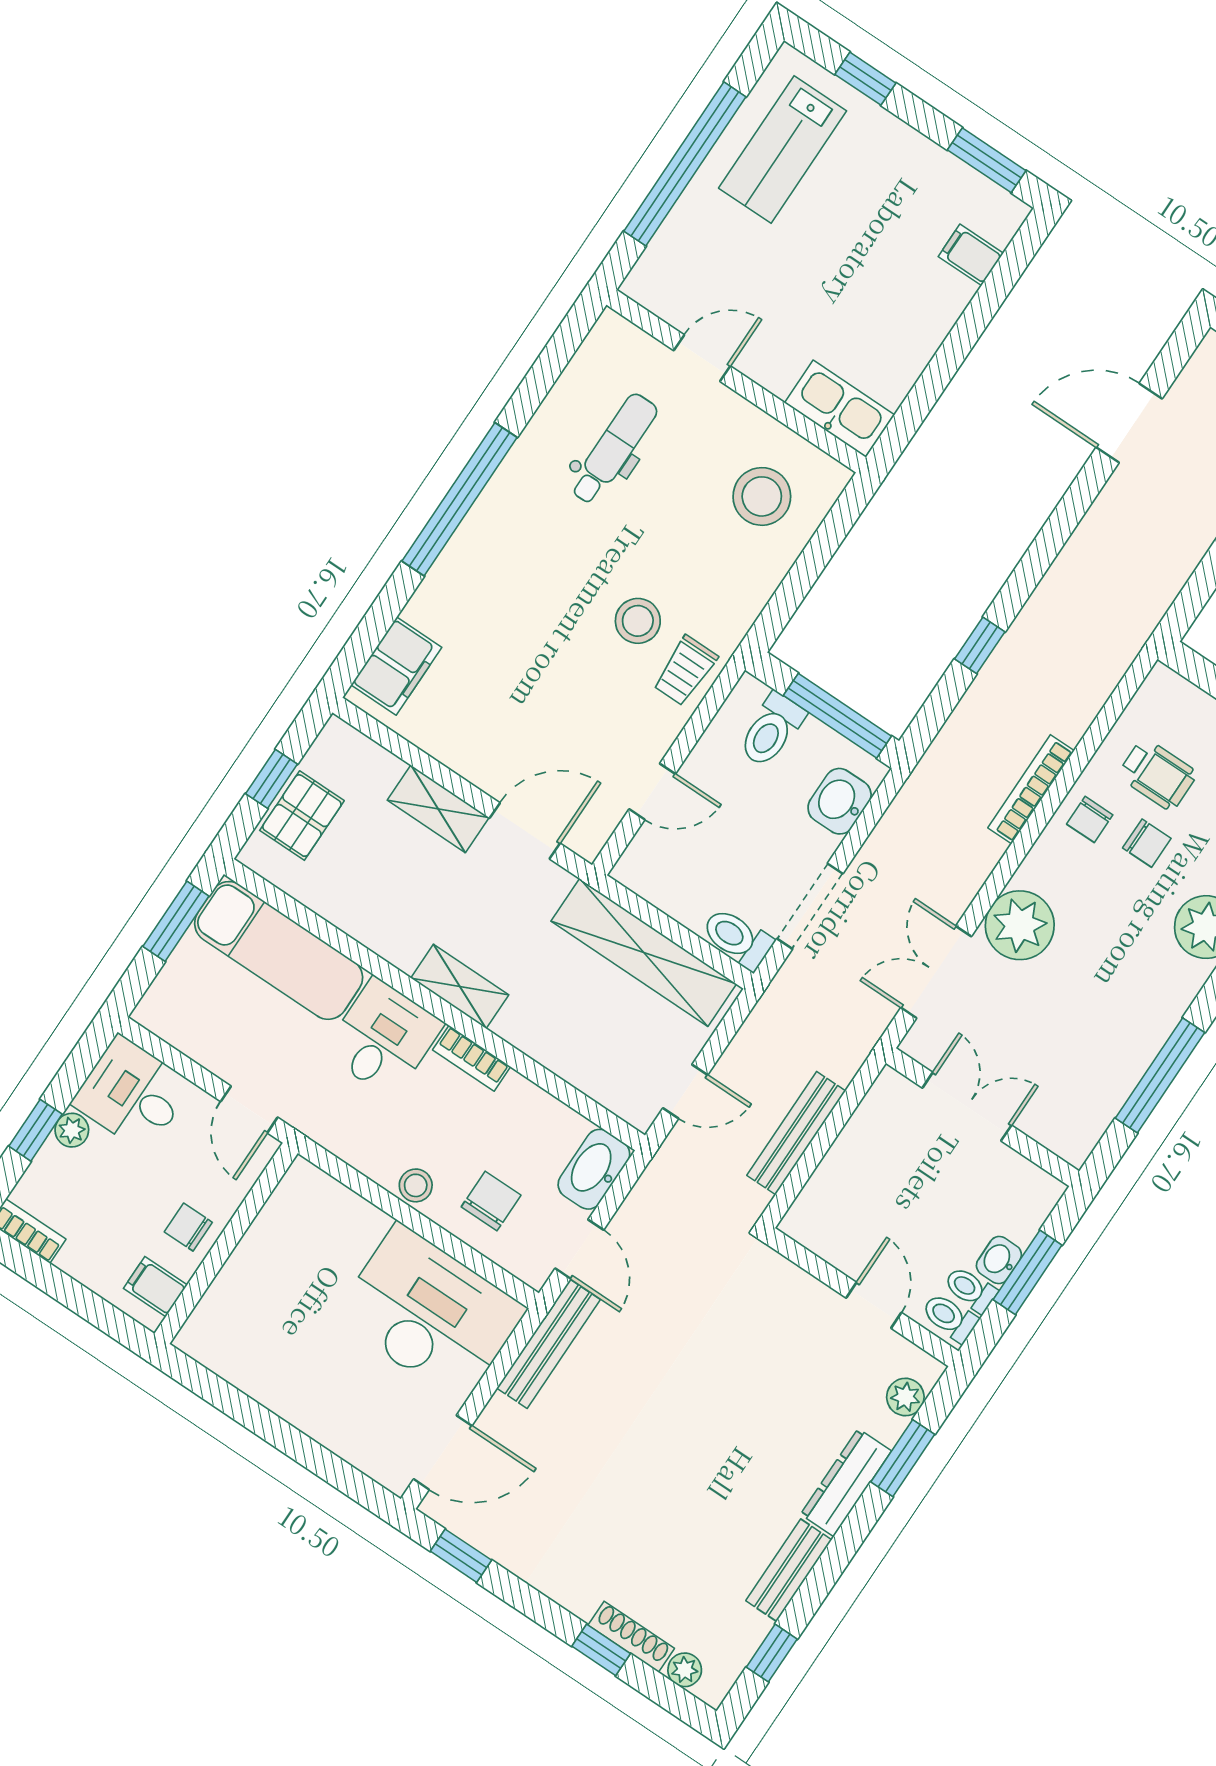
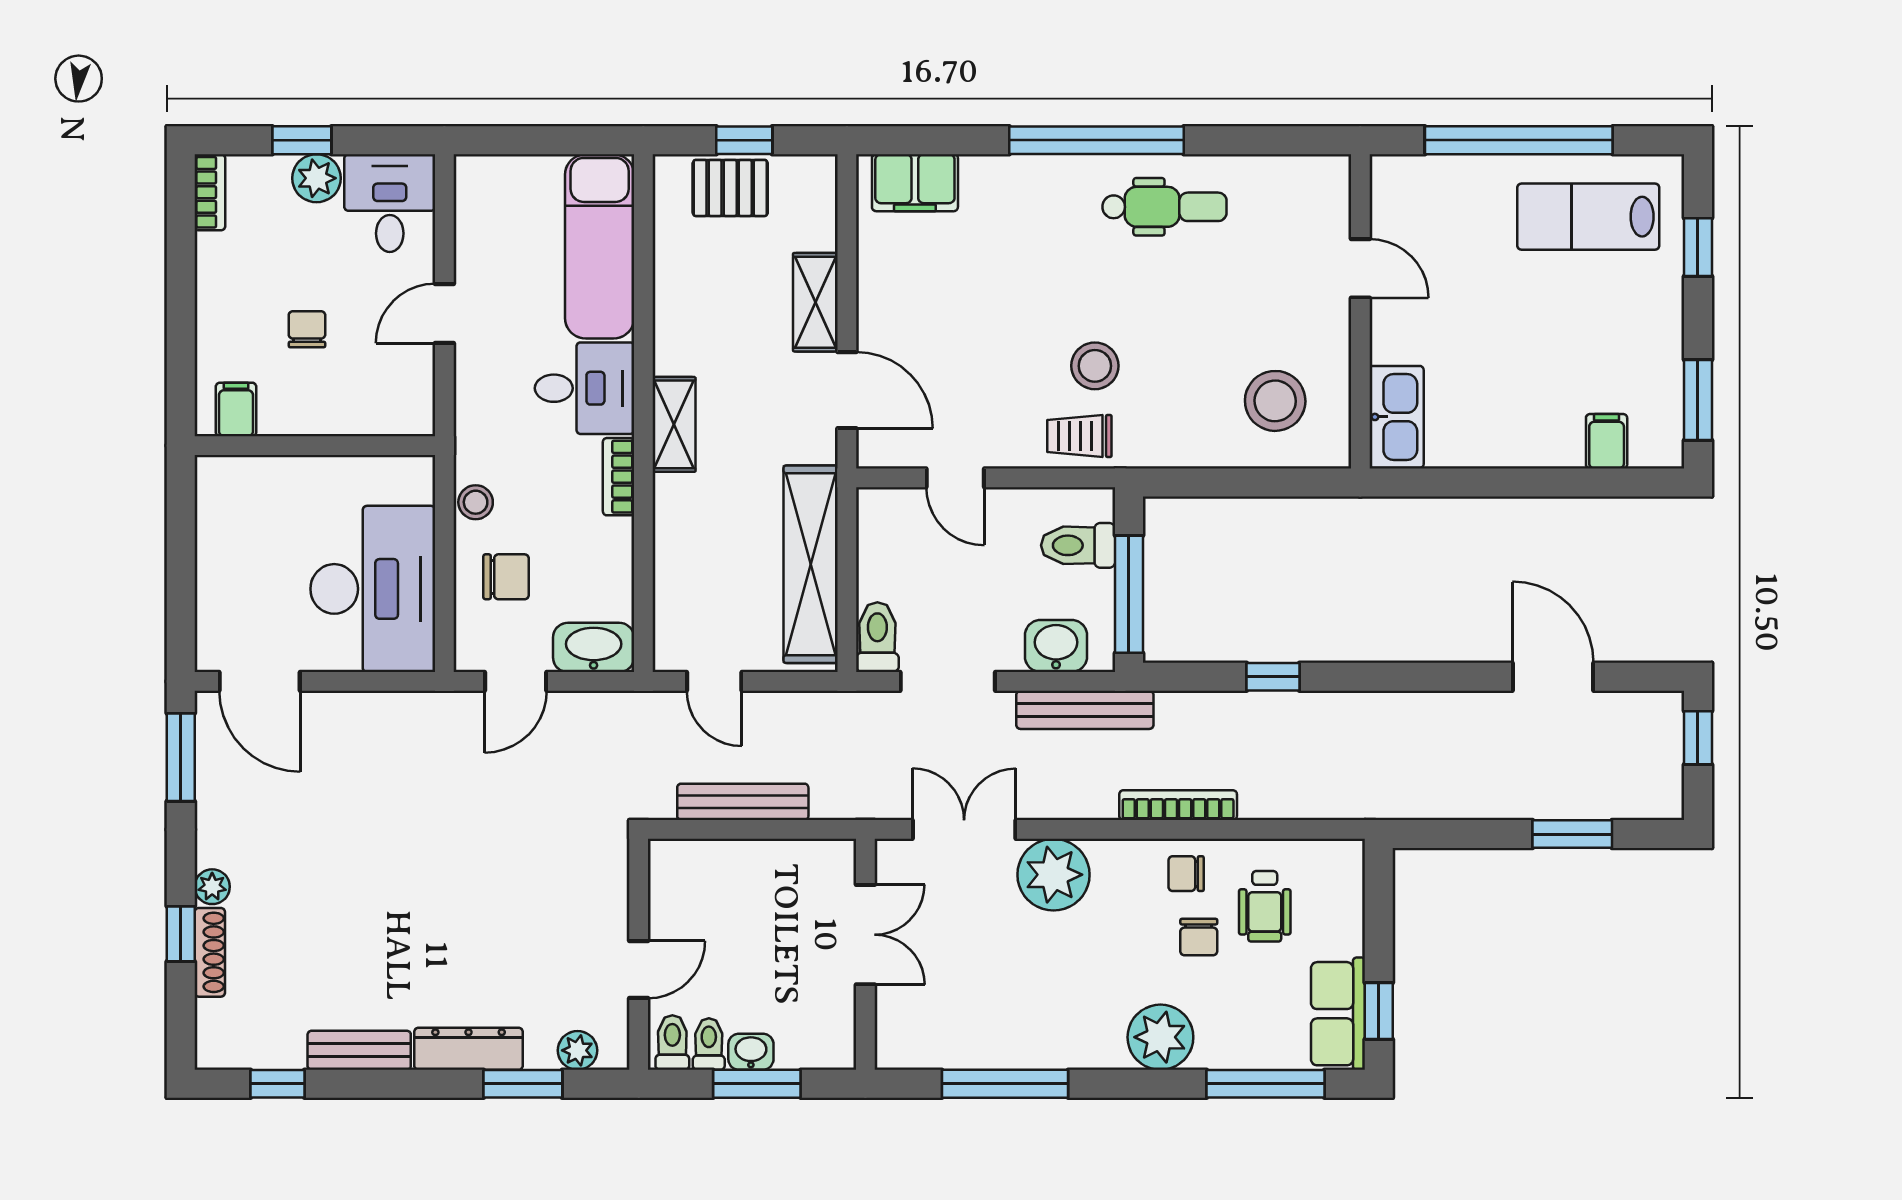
dental chair: (614, 449) -> (1164, 207), moved
window: (176, 921) -> (565, 140), removed
plant: (72, 1130) -> (317, 178), width x1.38, depth x1.38
wall: (226, 1243) -> (315, 446), moved
filing cabinet: (155, 1287) -> (236, 409), moved
bench: (548, 1344) -> (1085, 710), moved
window: (461, 1556) -> (181, 757), width x1.50
plant: (685, 1670) -> (212, 887), moved

